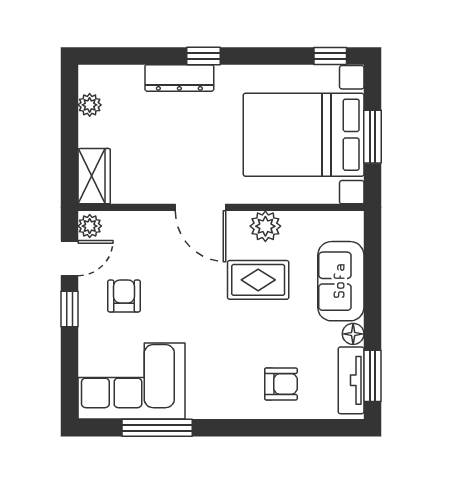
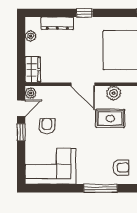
dresser: (179, 78) -> (57, 23), moved
window: (157, 428) -> (101, 188), moved

